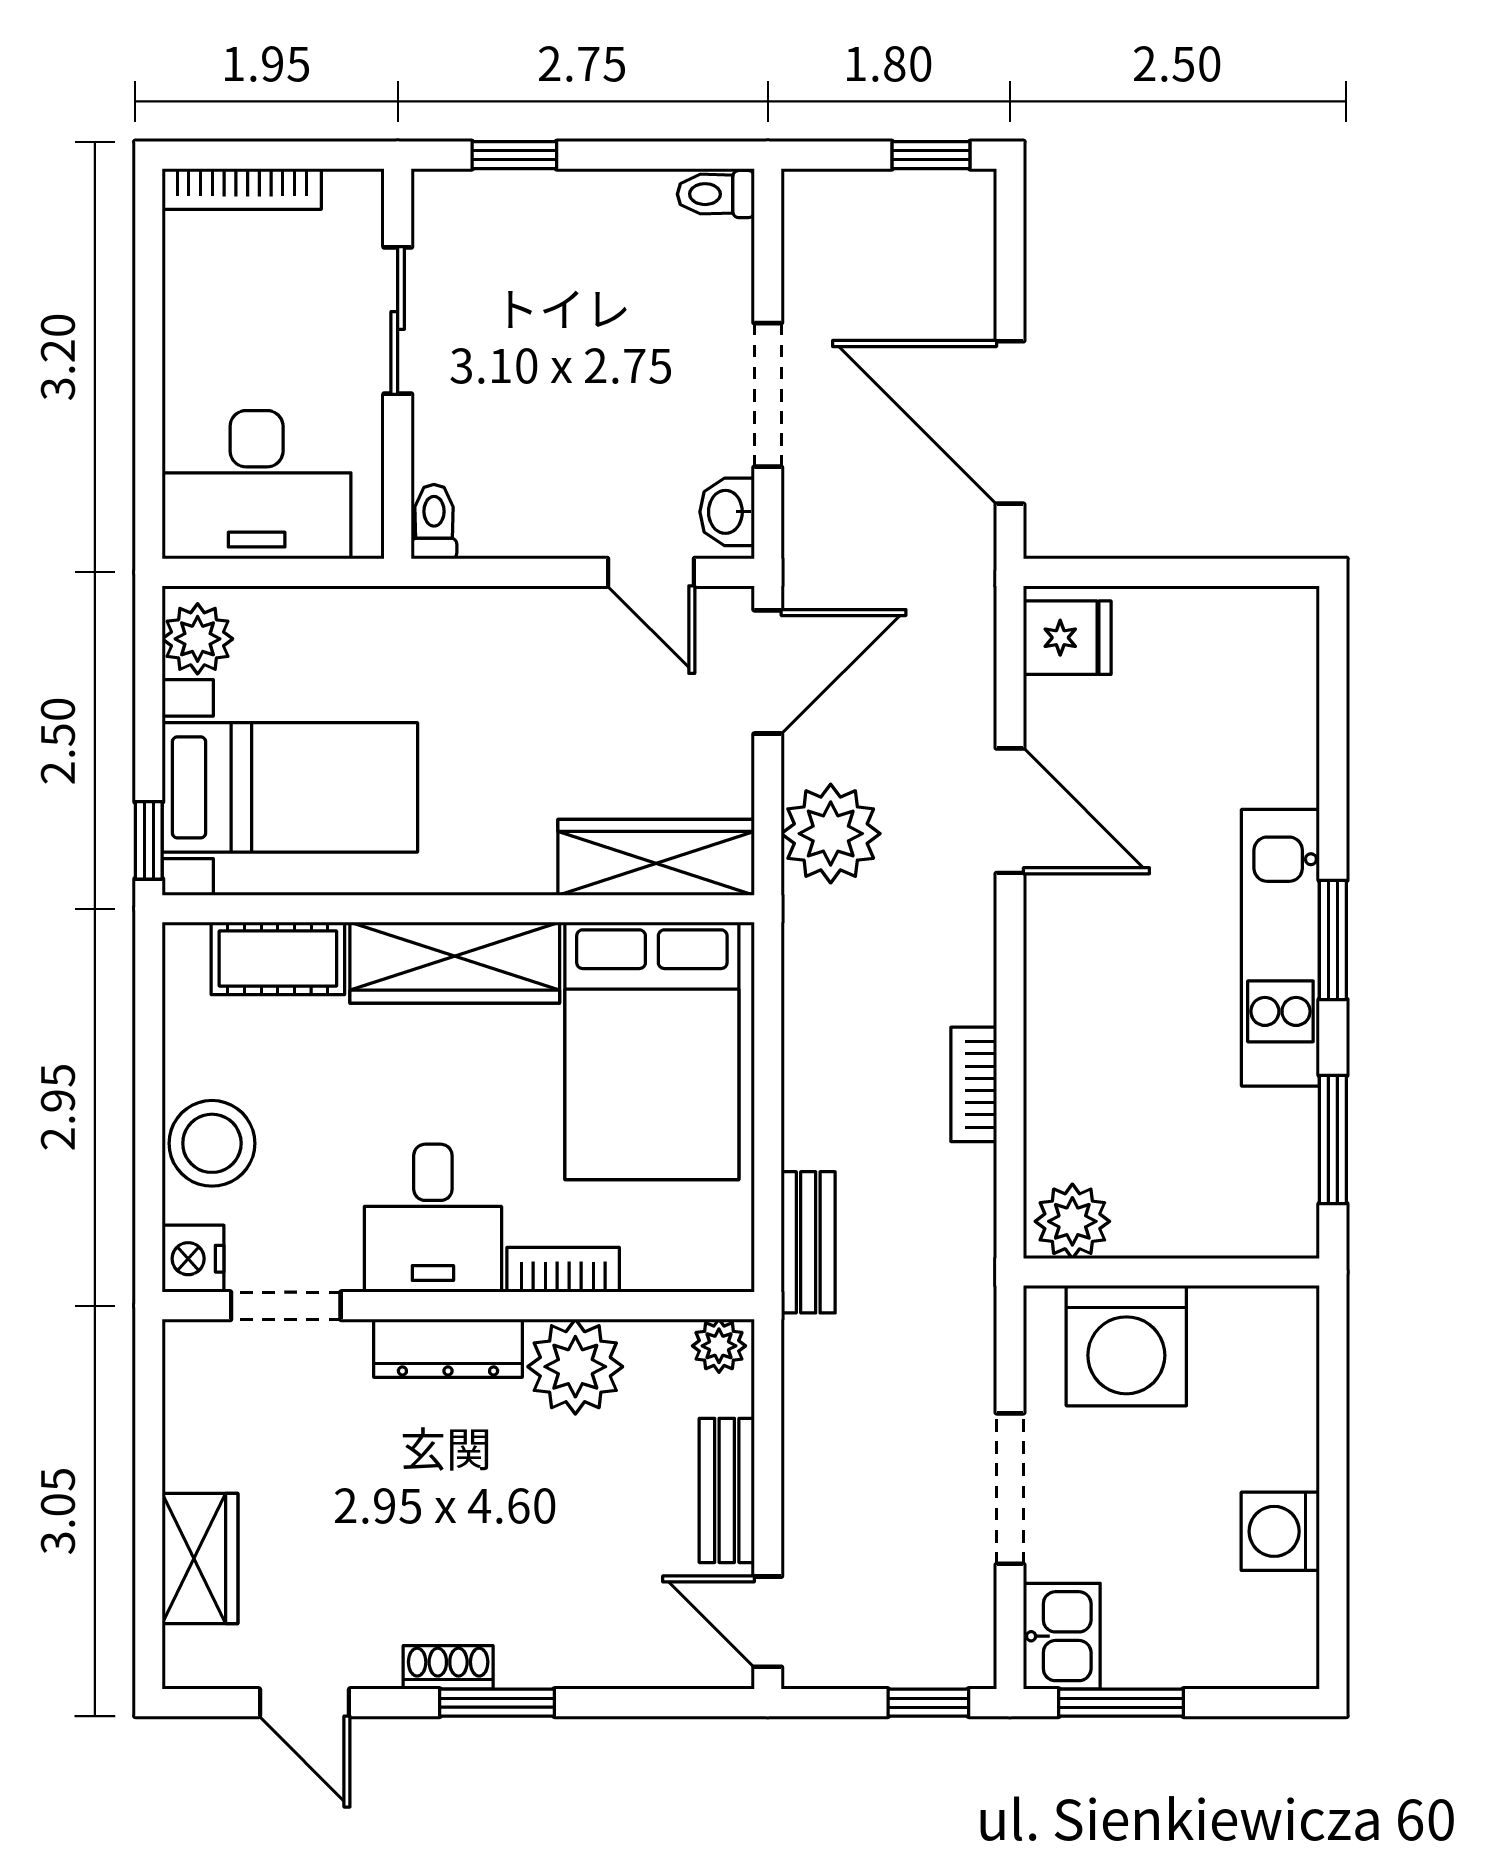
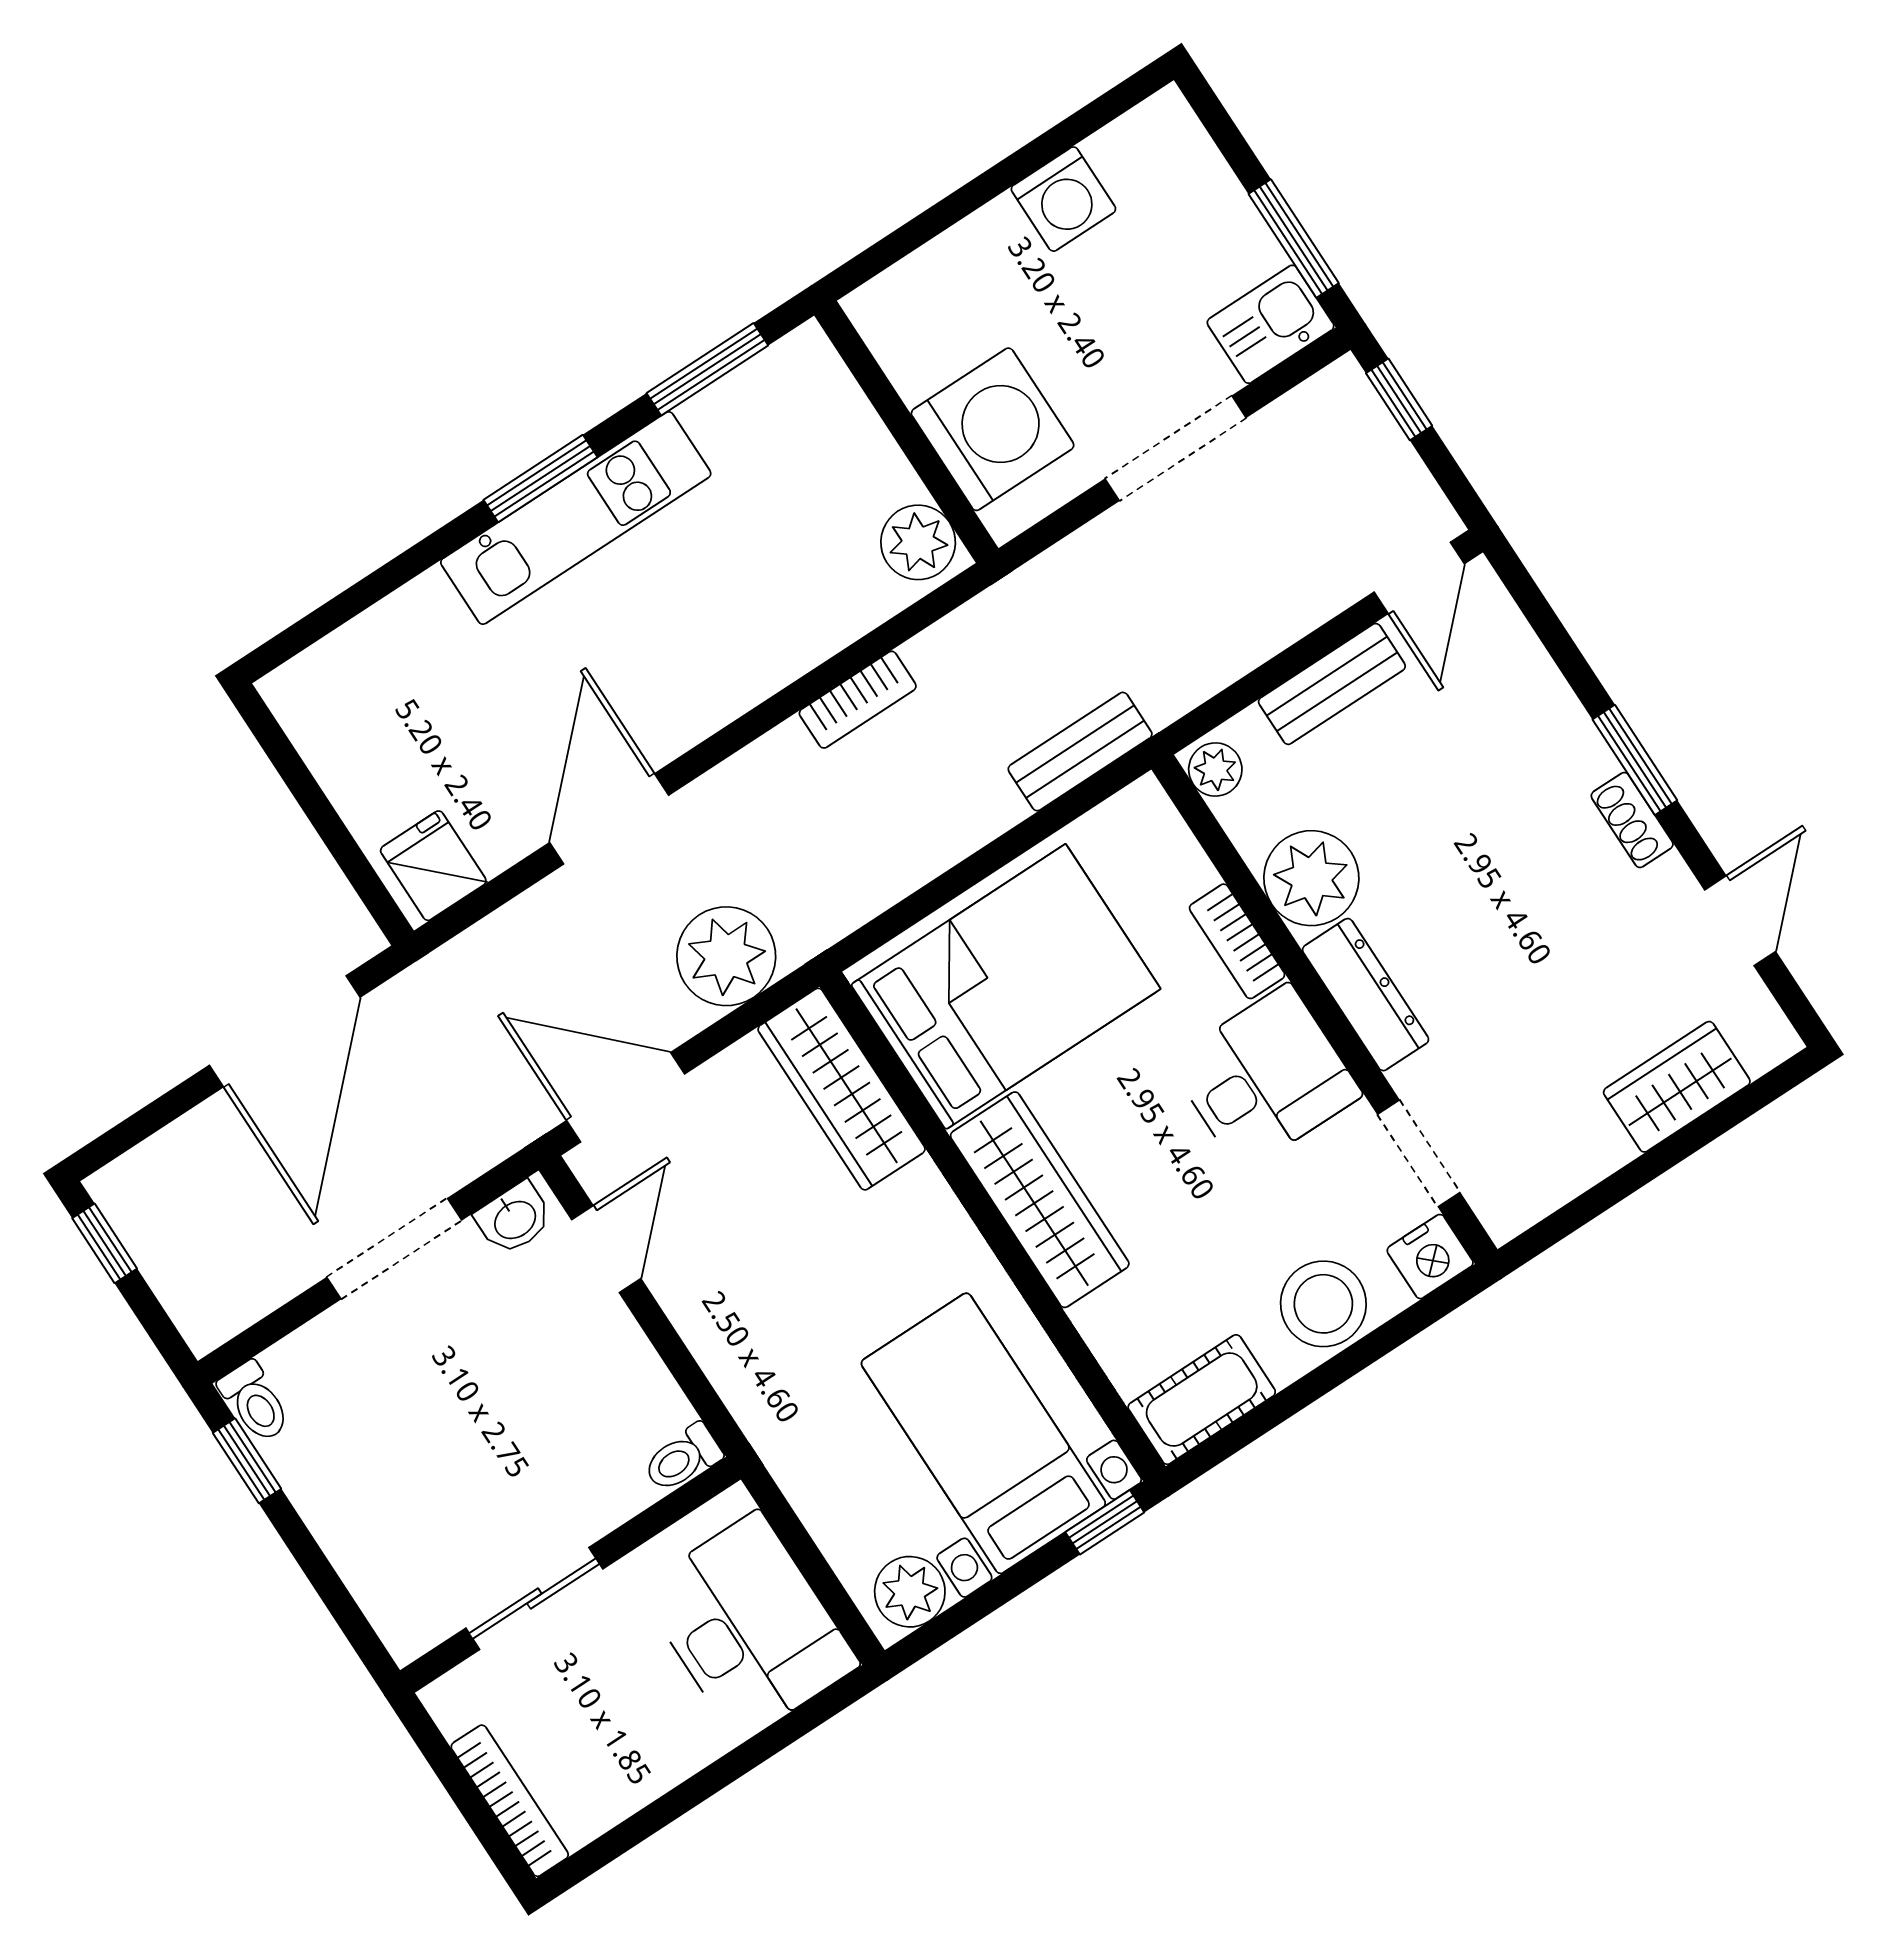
window: (514, 155) -> (247, 1461), moved
cot: (278, 958) -> (1202, 1400), moved, turned 90

